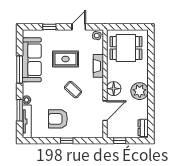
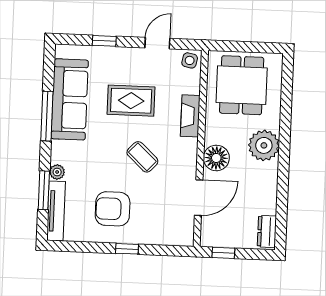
dining table: (126, 48) -> (242, 85), turned 90
plant: (140, 91) -> (264, 145), moved

